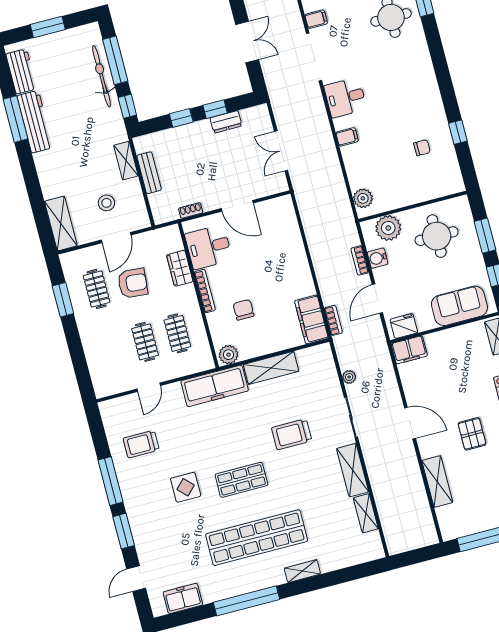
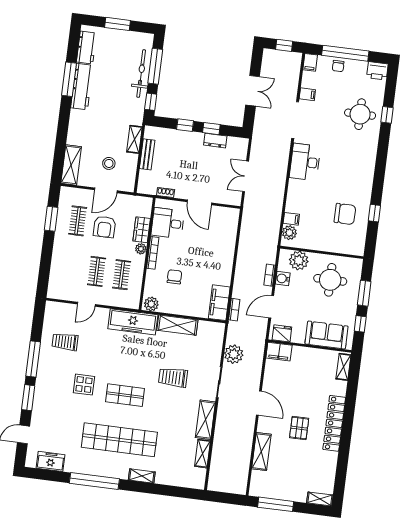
desk: (345, 97) -> (305, 162), width x1.37
filing cabinet: (347, 137) -> (291, 219), moved
chair: (422, 148) -> (345, 214), width x1.87, depth x1.87
armchair: (133, 283) -> (104, 227), turned 85
plant: (188, 292) -> (141, 249), added
plant: (349, 377) -> (234, 354), width x1.88, depth x1.88

